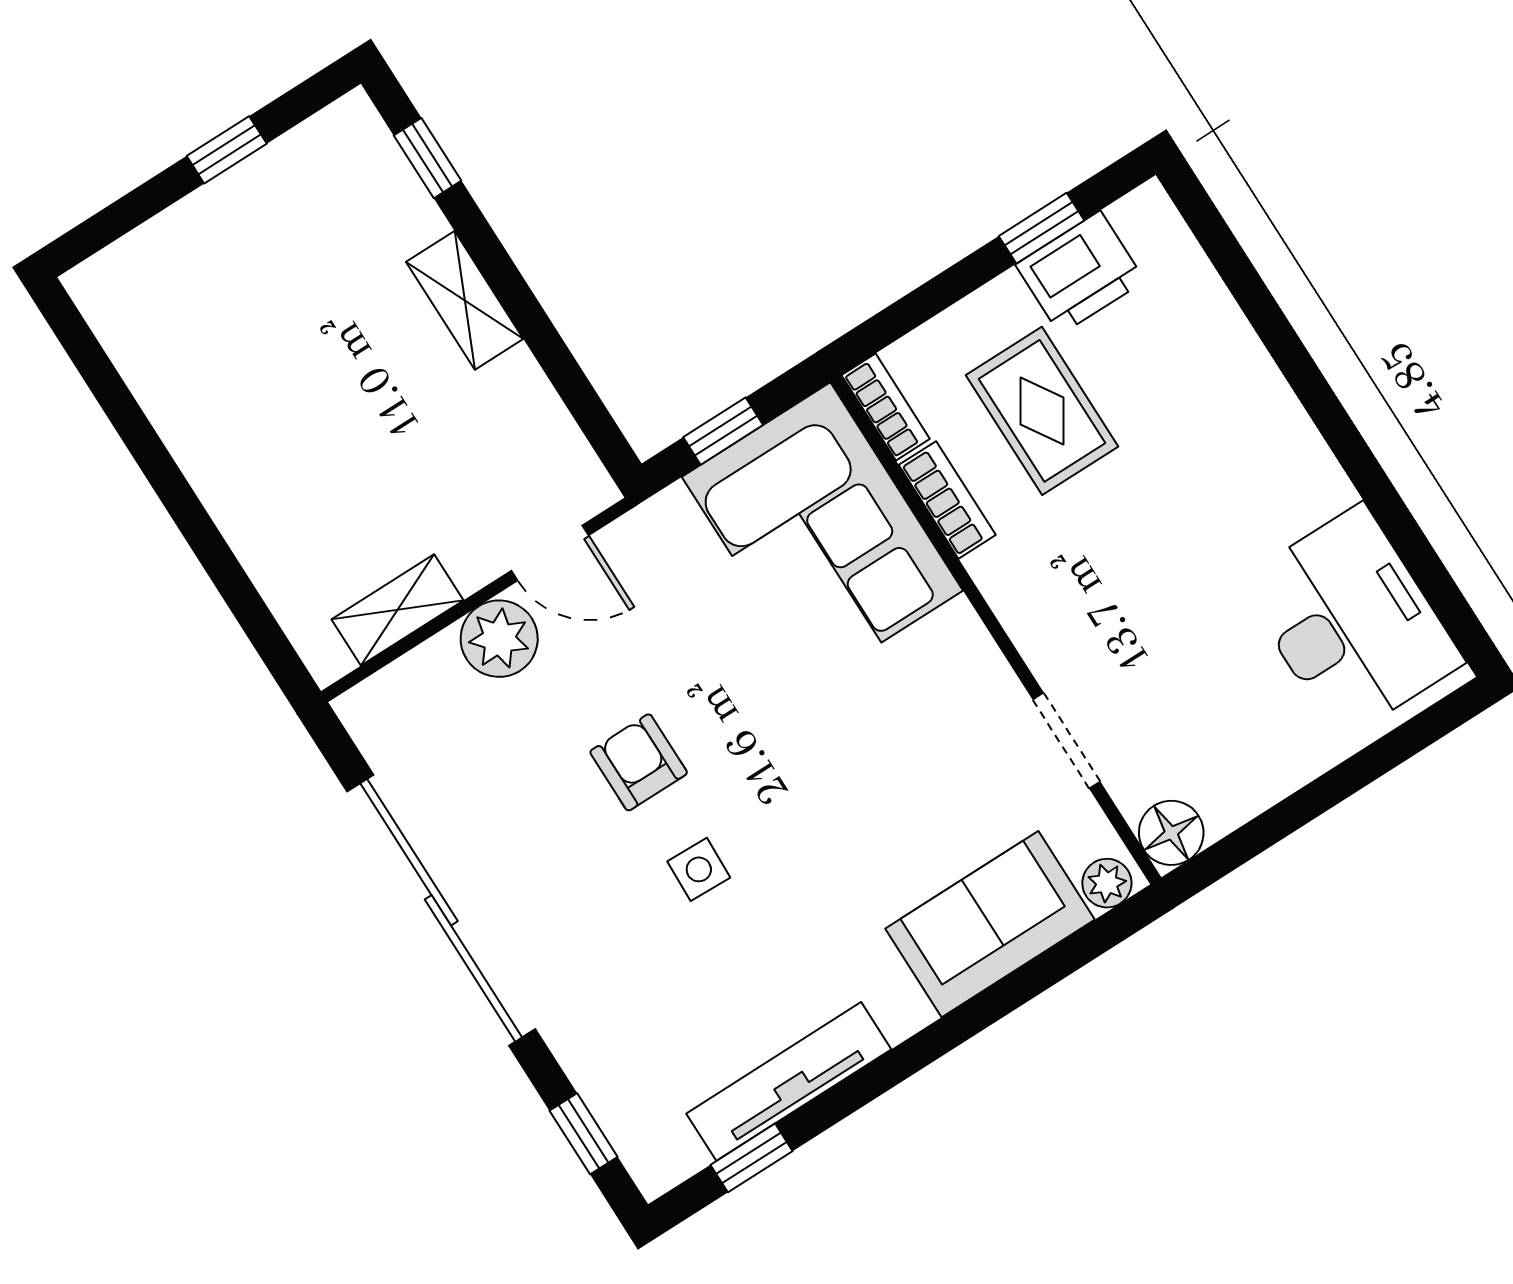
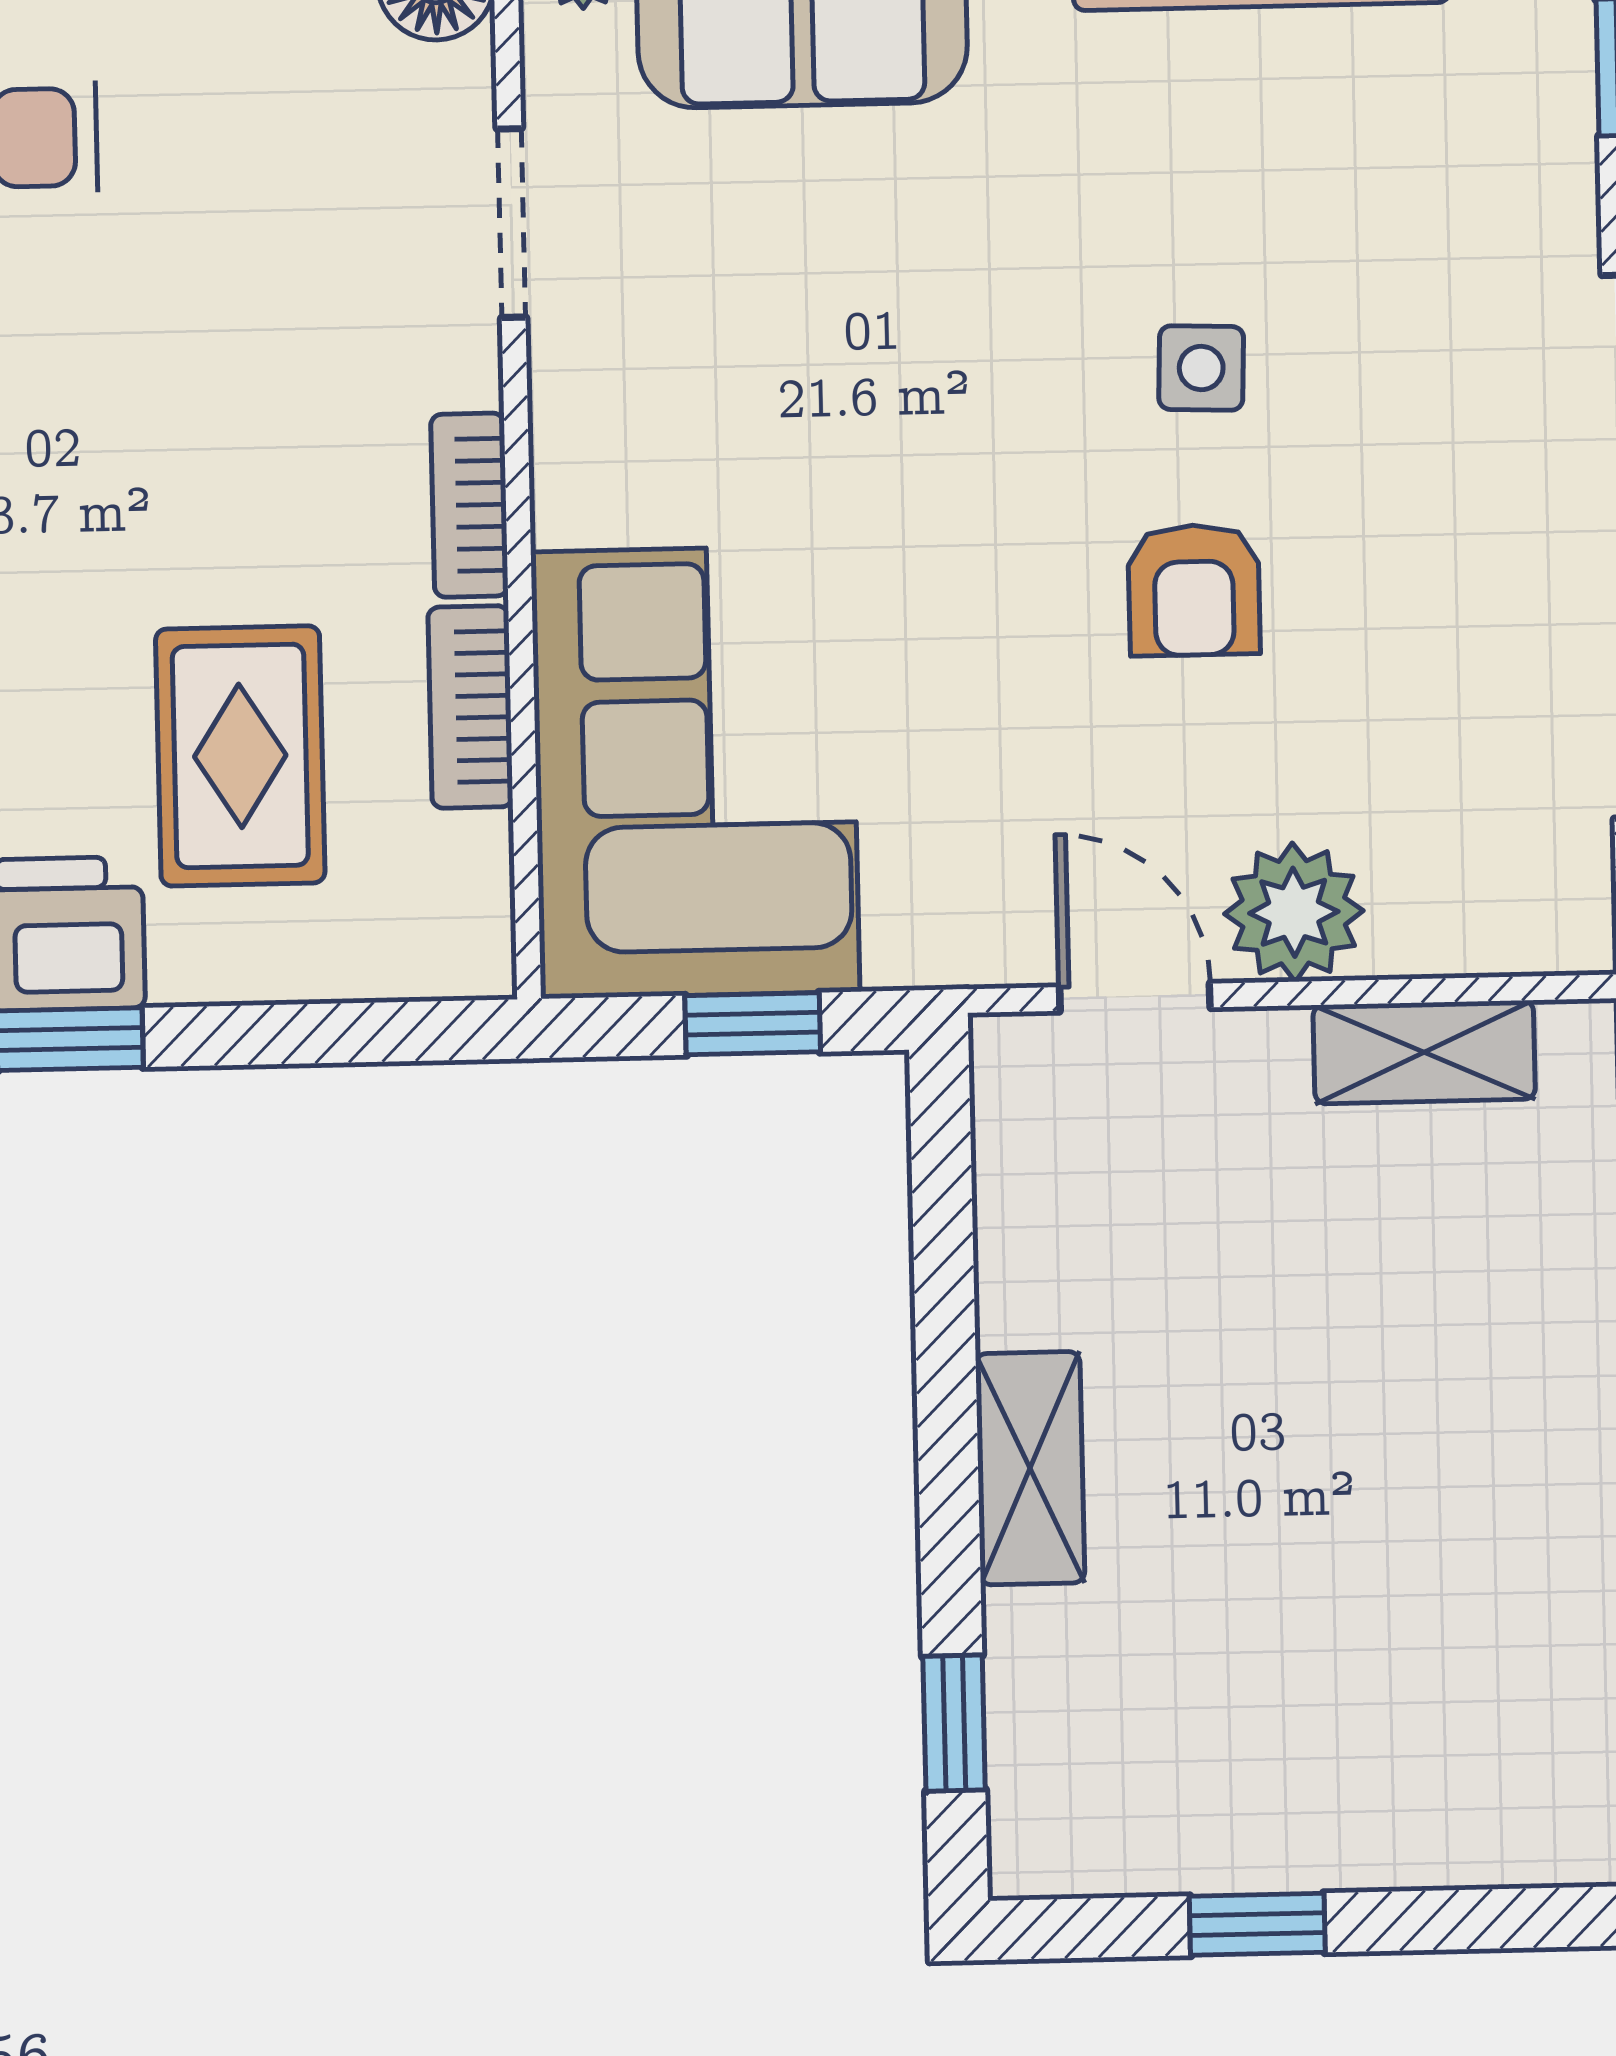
bookcase: (886, 407) -> (469, 505), moved

